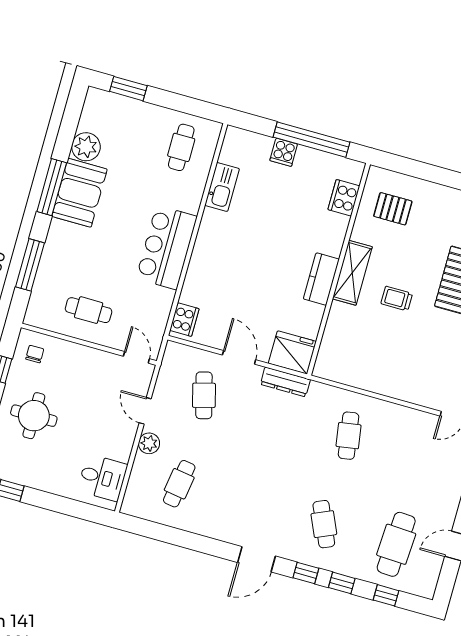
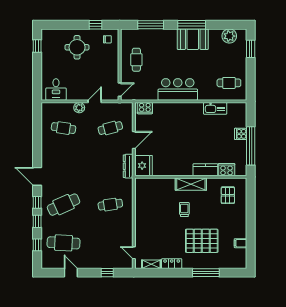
plant: (86, 147) -> (229, 36), moved
kitchen counter: (321, 279) -> (205, 170), moved
cafe table: (324, 524) -> (64, 205), width x1.37, depth x1.35

